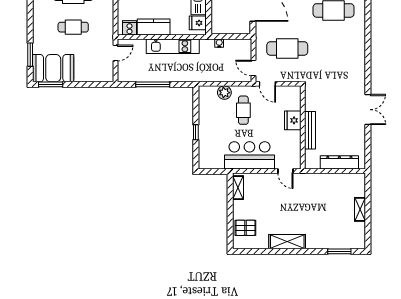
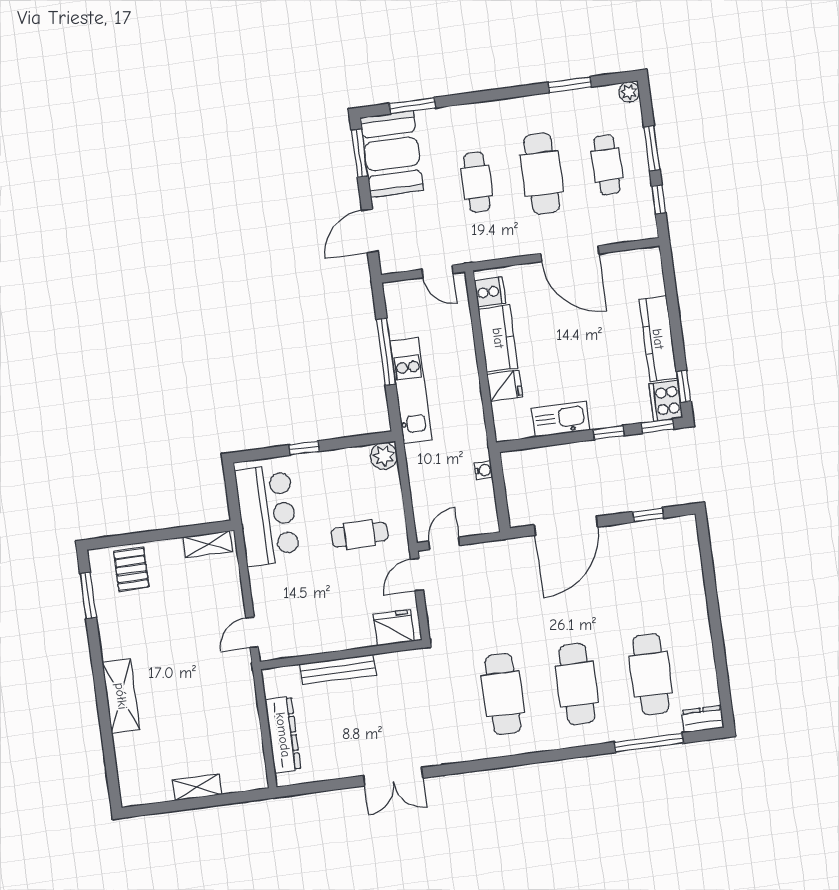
fridge: (198, 23) -> (505, 386), moved, turned 90
kitchen unit: (173, 46) -> (411, 391), moved, turned 180
cafe table: (287, 48) -> (503, 694), moved
door: (91, 84) -> (370, 231), added
plant: (224, 93) -> (384, 456), moved
fridge: (293, 120) -> (394, 628), moved
bar counter: (249, 155) -> (267, 515), moved
shelving: (287, 242) -> (121, 696), moved
window: (339, 251) -> (88, 596), moved

